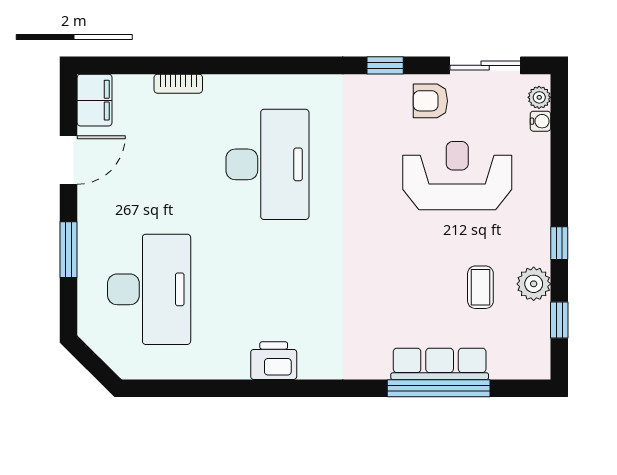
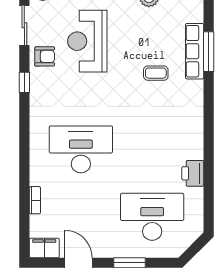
armchair: (430, 101) -> (45, 56), turned -90
coffee table: (480, 287) -> (156, 73), moved
printer: (274, 361) -> (193, 173), moved
window: (439, 388) -> (209, 52), width x0.68

